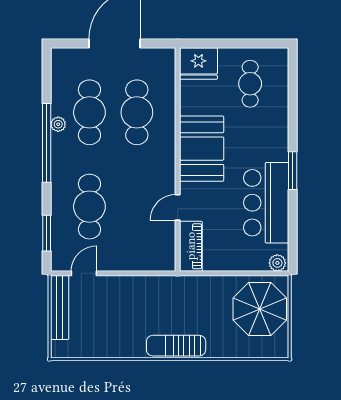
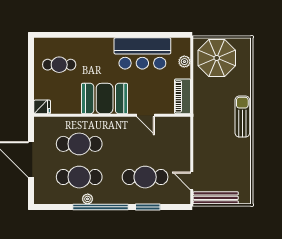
fridge: (198, 63) -> (42, 107), width x0.53, depth x0.75
window: (293, 171) -> (120, 35), removed
window: (47, 233) -> (148, 207), moved
piano: (191, 246) -> (183, 96), moved, turned -90
plant: (277, 263) -> (184, 62), moved
sun lounger: (176, 346) -> (242, 116), turned 180

